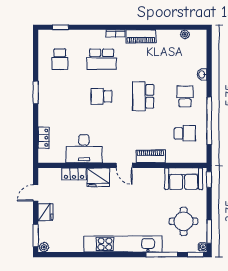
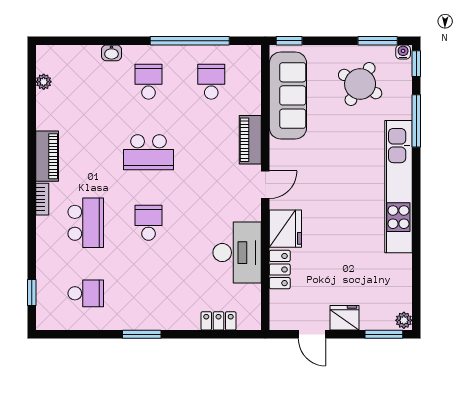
school desk: (102, 96) -> (149, 223), turned 180
school desk: (185, 96) -> (149, 82), turned 90
sofa: (184, 179) -> (288, 95), width x1.36
round table: (184, 221) -> (360, 84), turned 30

